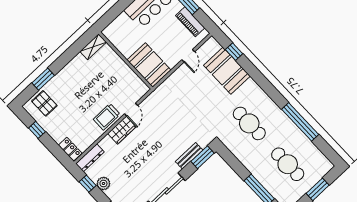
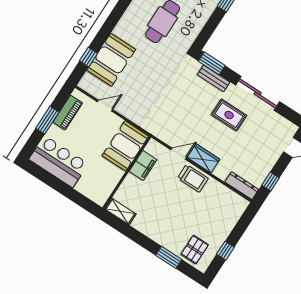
filing cabinet: (128, 76) -> (143, 165), added
locker: (70, 149) -> (238, 209), removed
rug: (154, 161) -> (229, 115), added
plant: (103, 184) -> (266, 164), removed

